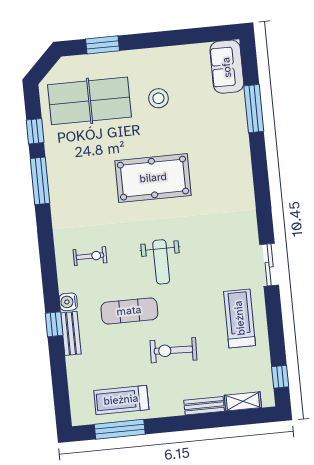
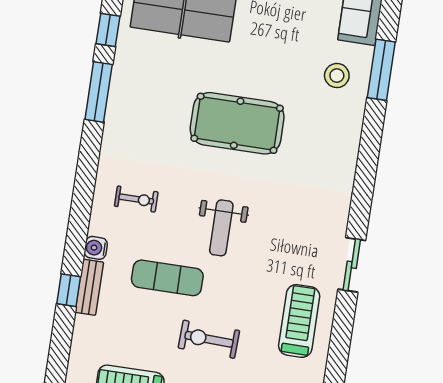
stool: (158, 98) -> (337, 76), moved
window: (54, 324) -> (69, 290), moved

